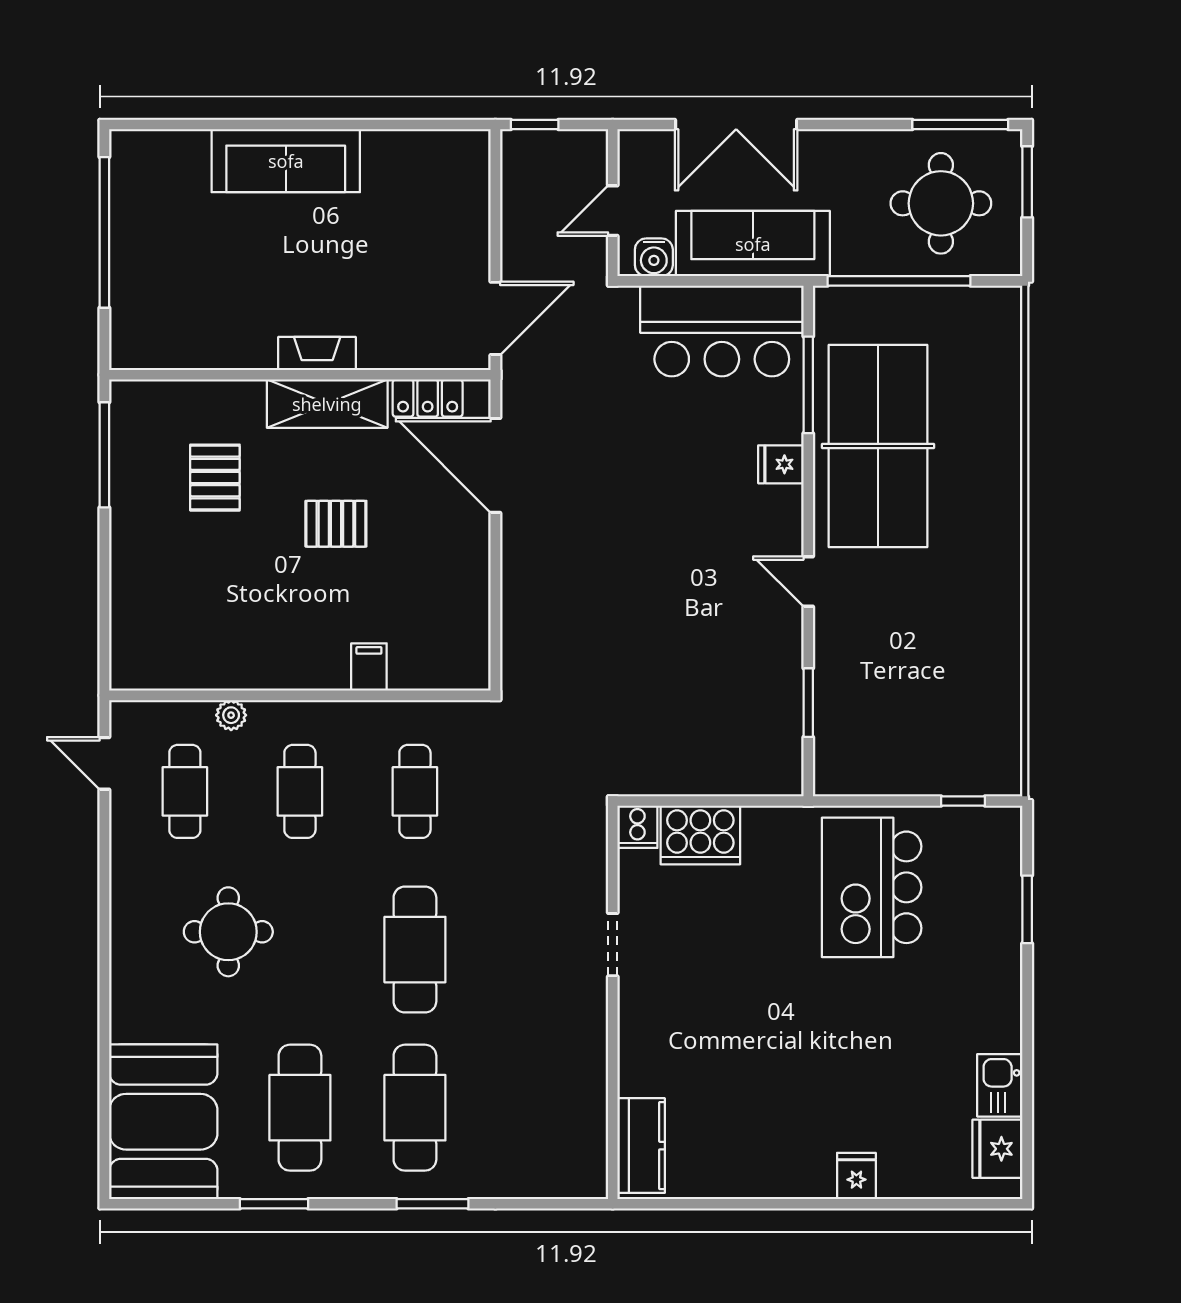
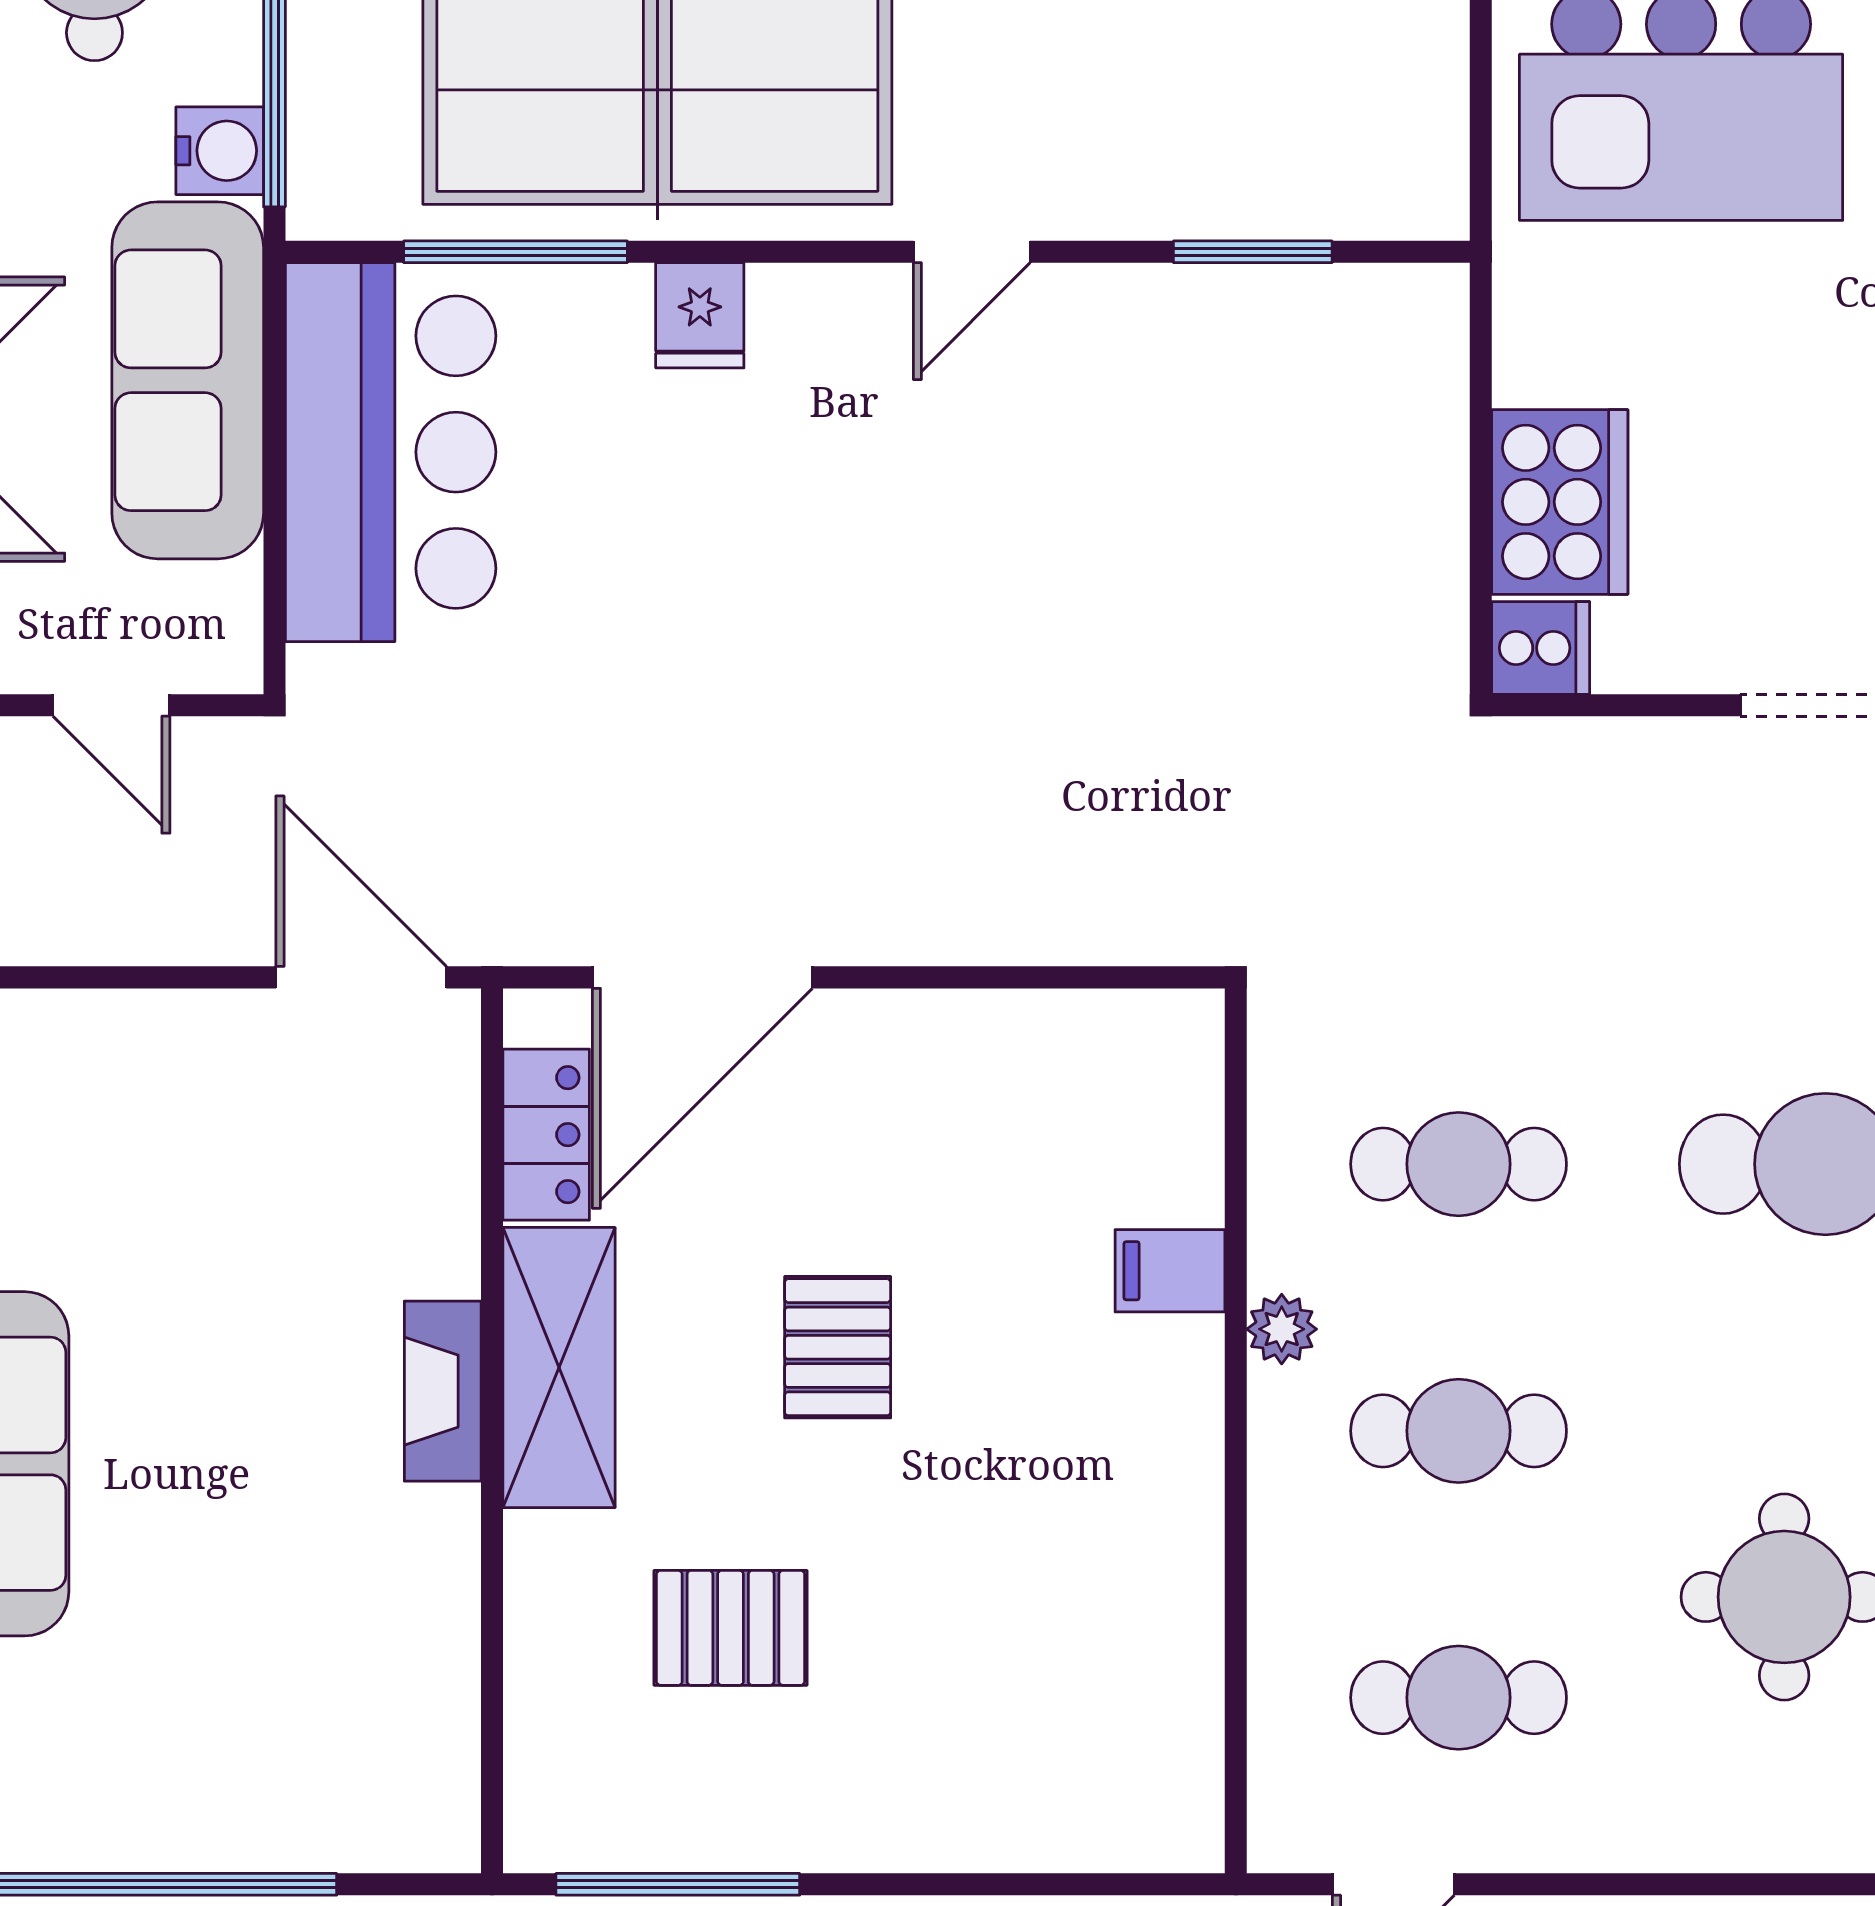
water cooler: (654, 257) -> (220, 151), moved
plant: (231, 715) -> (1282, 1329), moved

